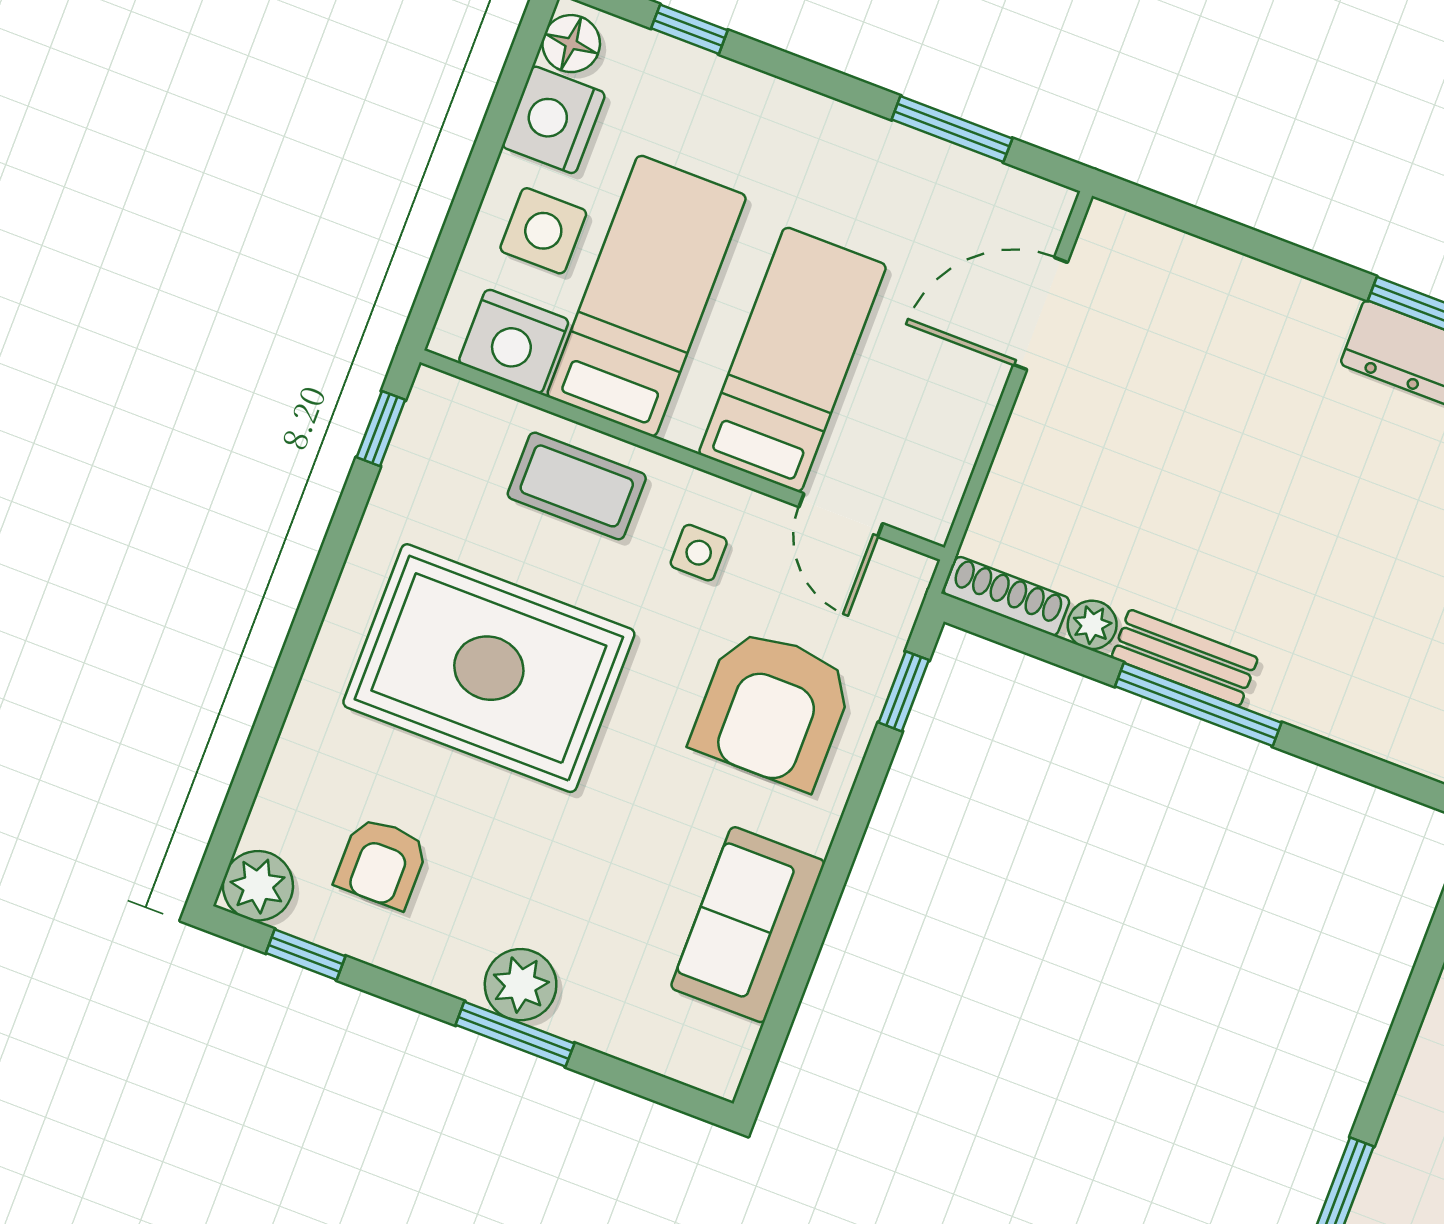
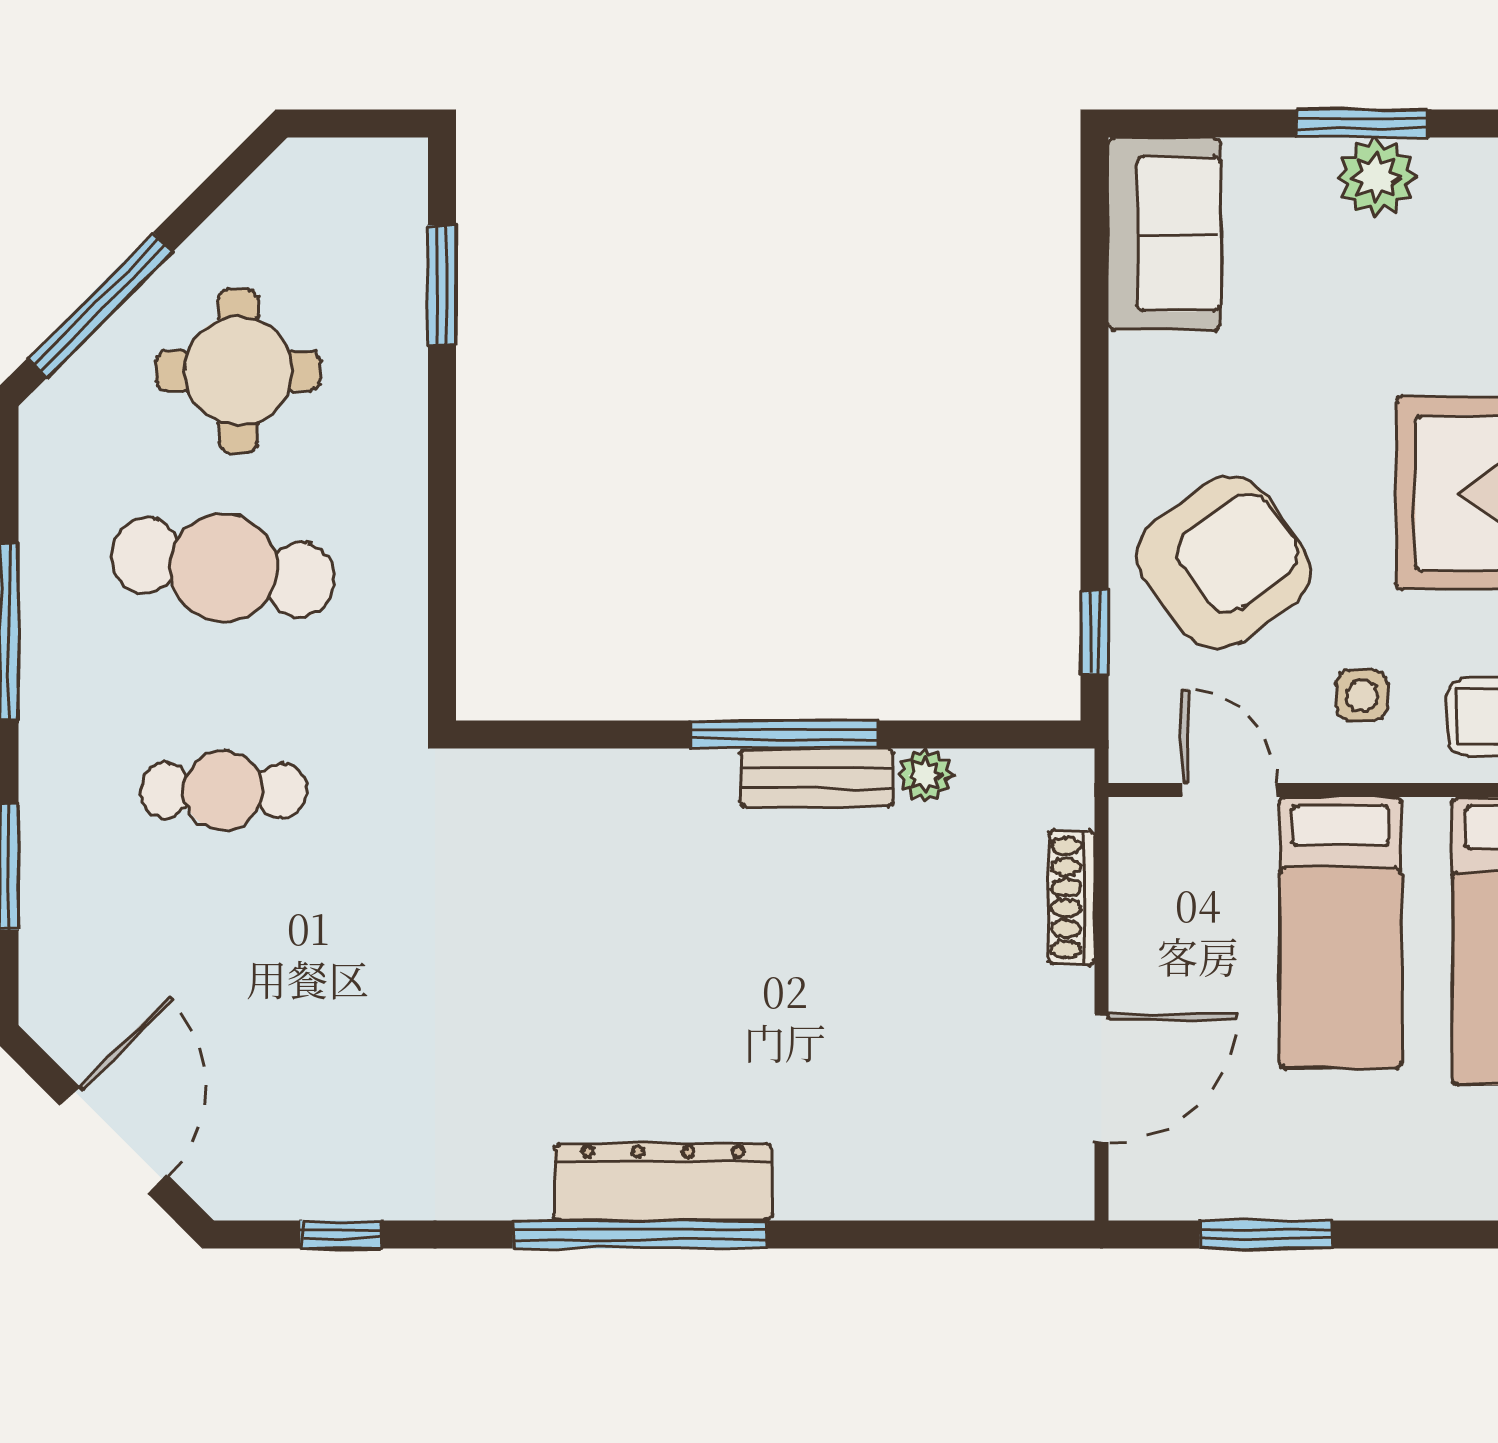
shoe rack: (1006, 596) -> (1072, 898), moved, turned 90
armchair: (773, 708) -> (1224, 563), turned 54
sofa: (748, 925) -> (1164, 234), moved

